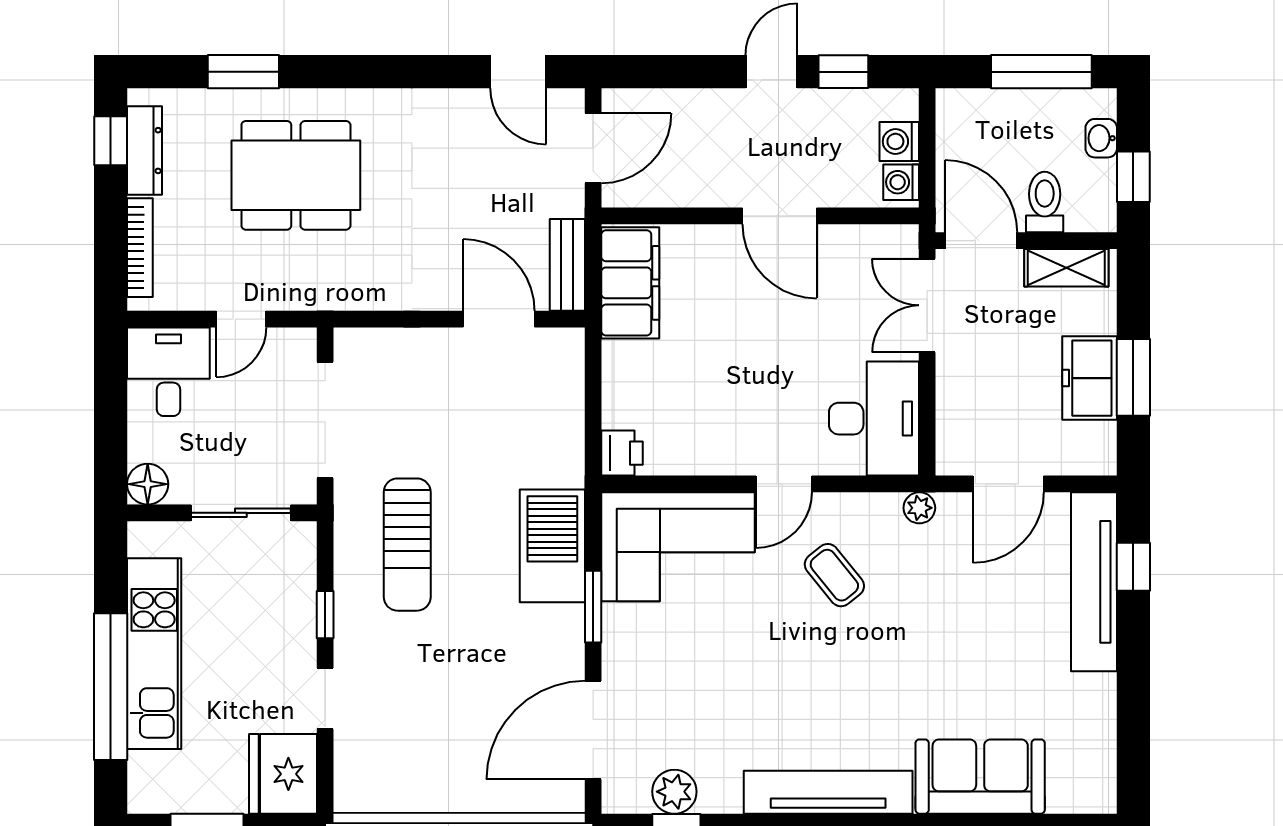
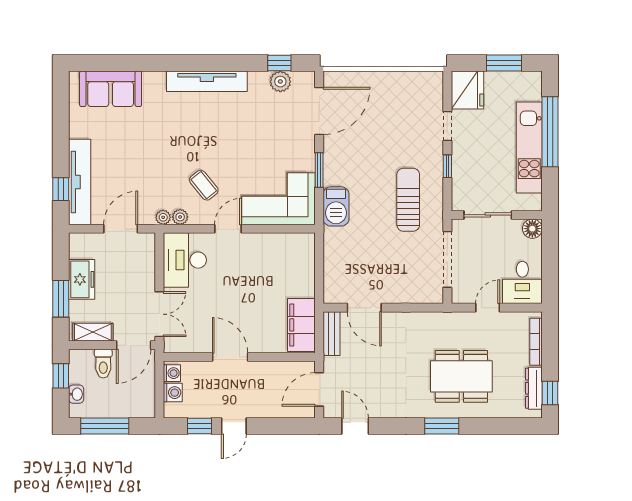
window: (243, 72) -> (442, 426), moved
door: (981, 241) -> (134, 345), hinge flipped
window: (1133, 377) -> (61, 299), moved
printer: (622, 453) -> (305, 244), removed
plant: (884, 509) -> (180, 217), added
barbecue: (552, 546) -> (336, 206), width x0.73, depth x0.83
sofa: (980, 777) -> (111, 89), moved

